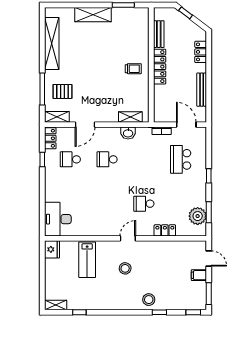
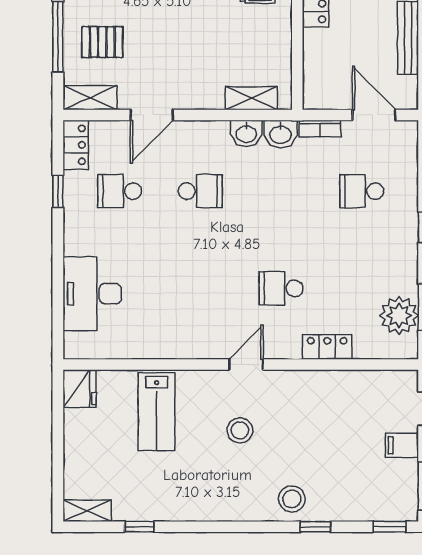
washbasin: (144, 133) -> (281, 134), added
school desk: (107, 159) -> (200, 191), turned 180
school desk: (181, 159) -> (362, 191), width x0.54
desk: (58, 219) -> (92, 294), moved

